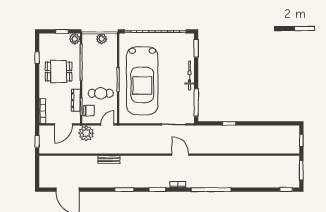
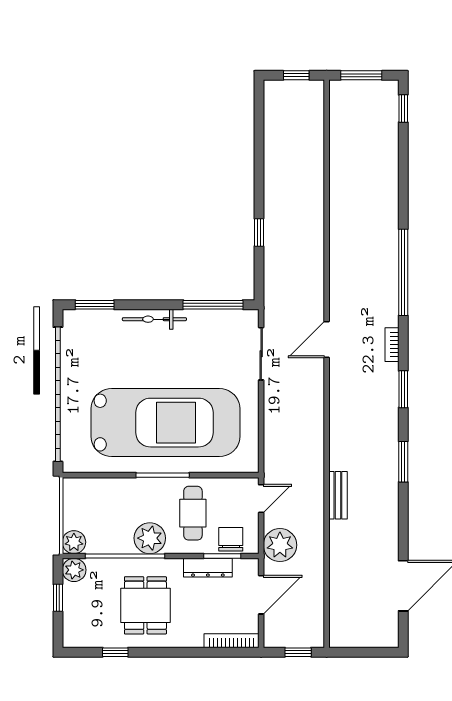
plant: (102, 39) -> (74, 542), moved
plant: (89, 74) -> (150, 538), added
door: (63, 124) -> (261, 595), hinge flipped
door: (107, 124) -> (261, 499), swing flipped

